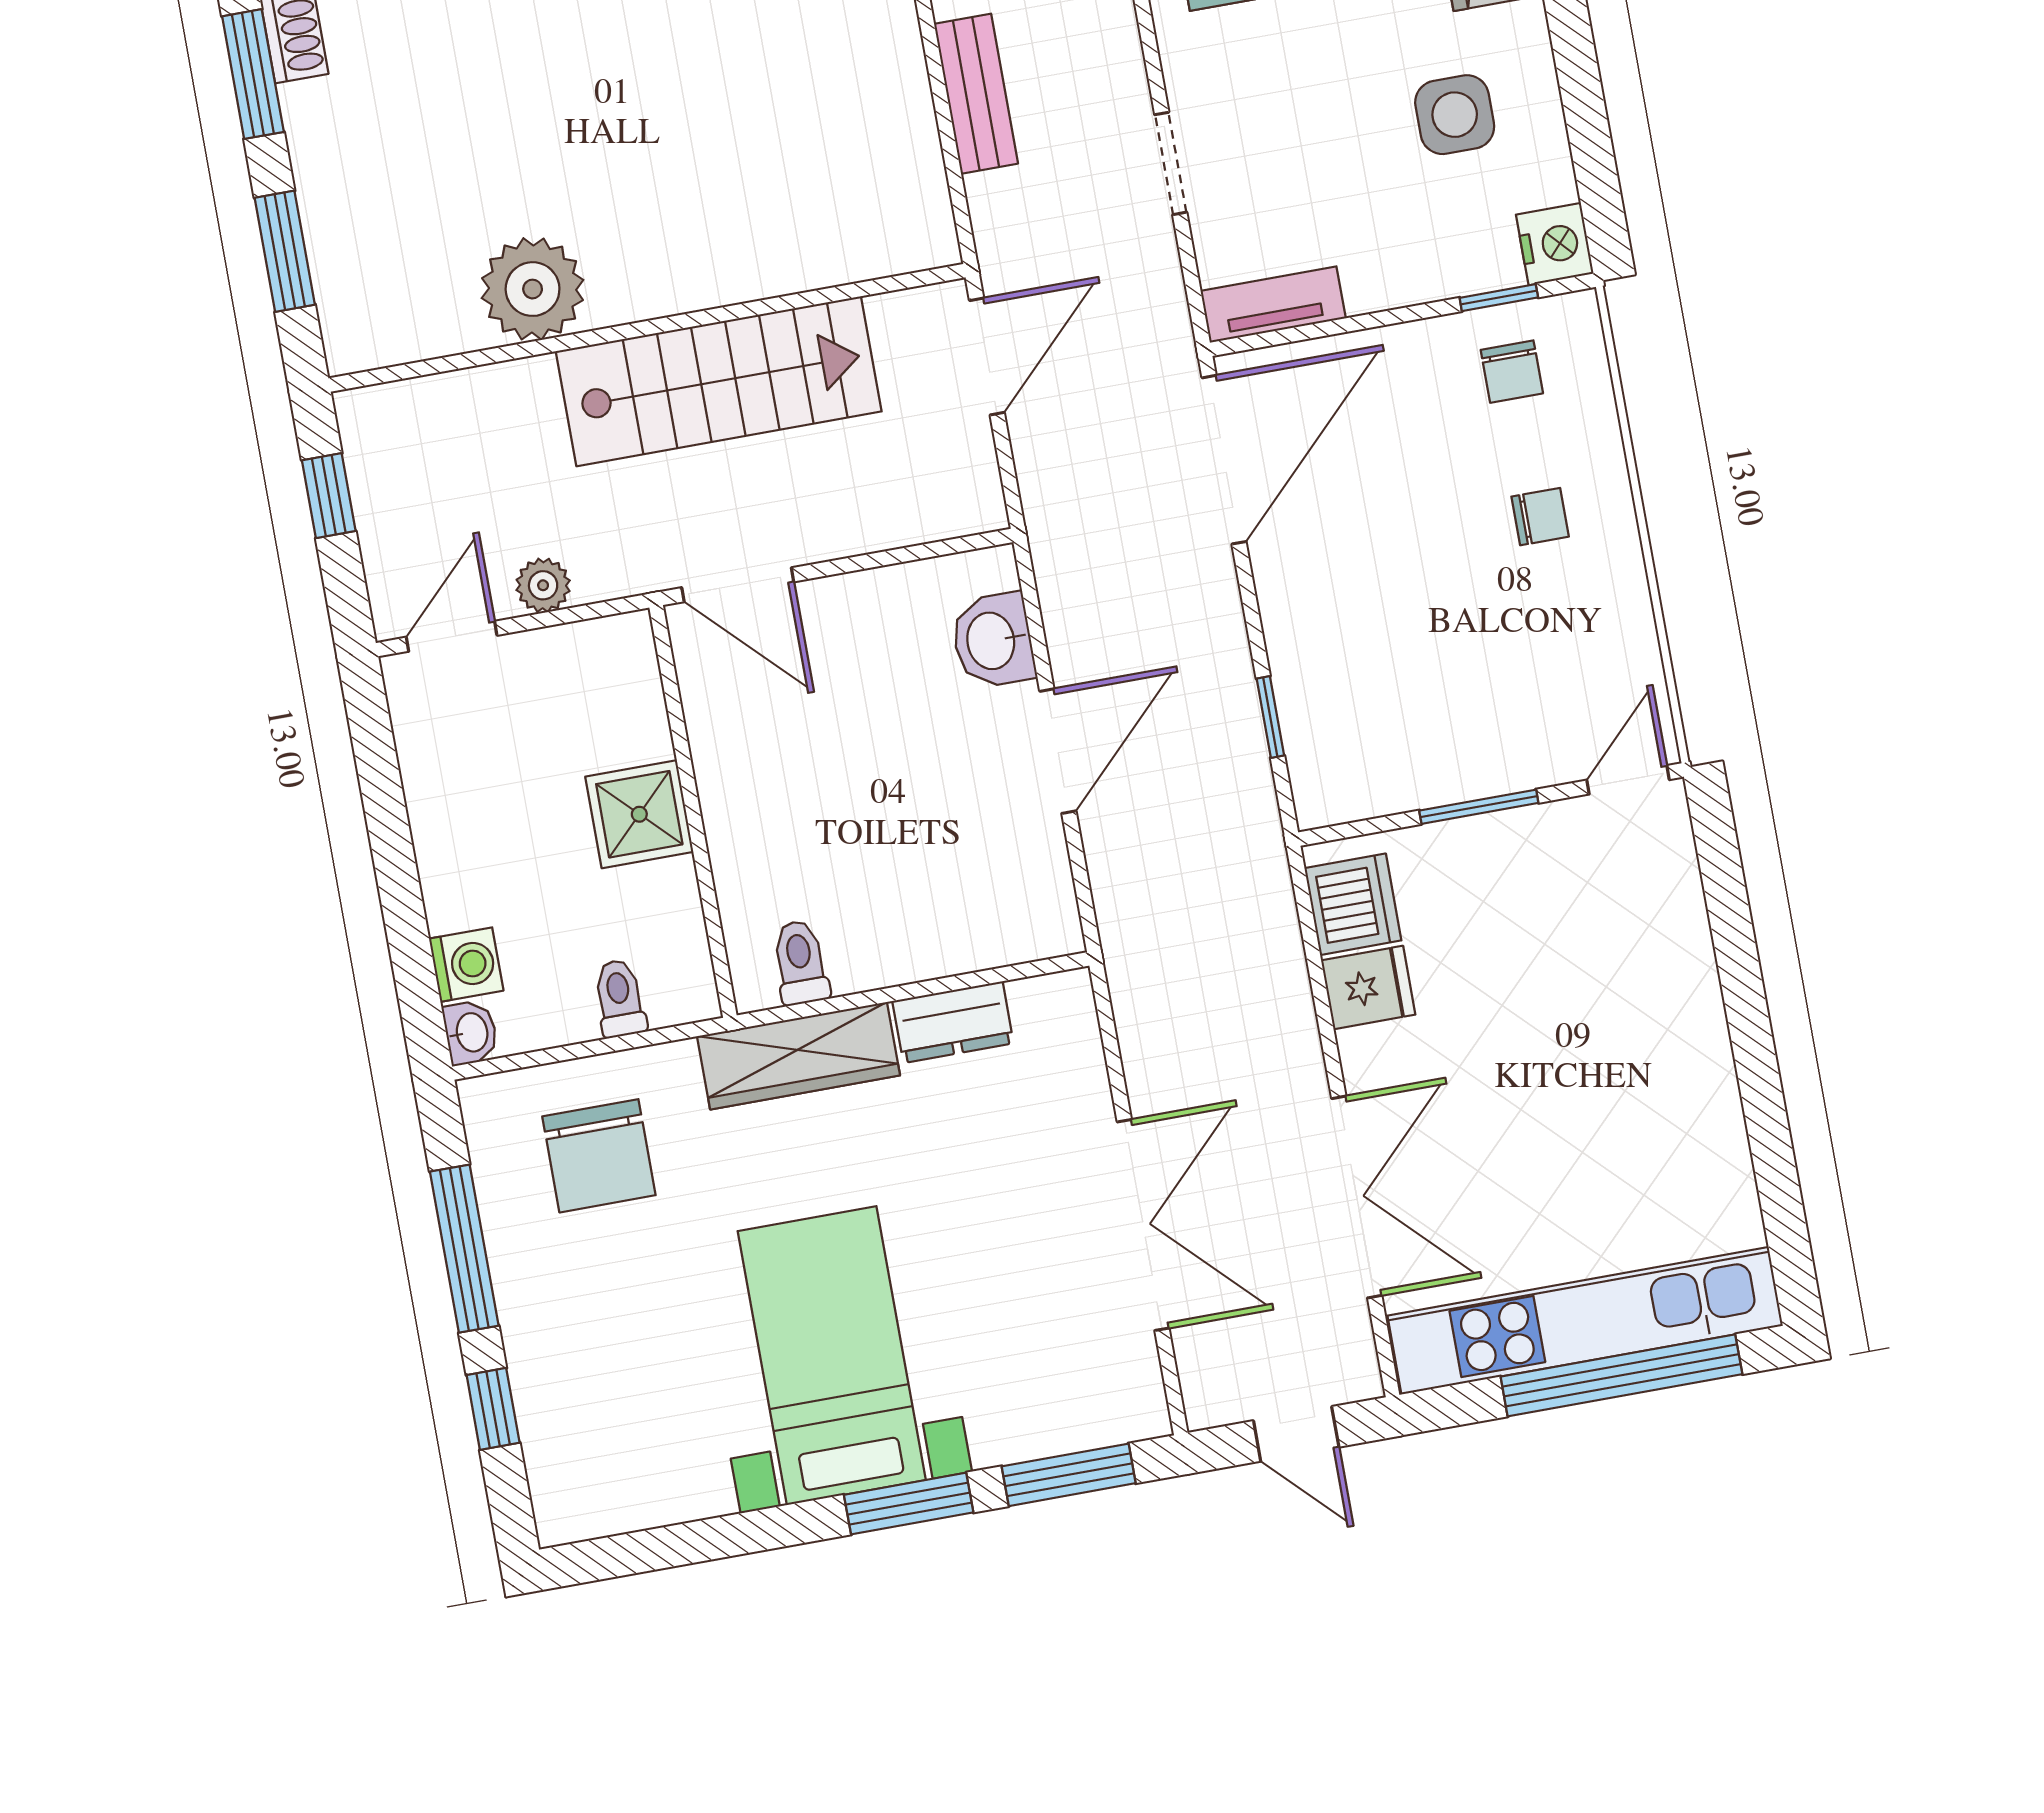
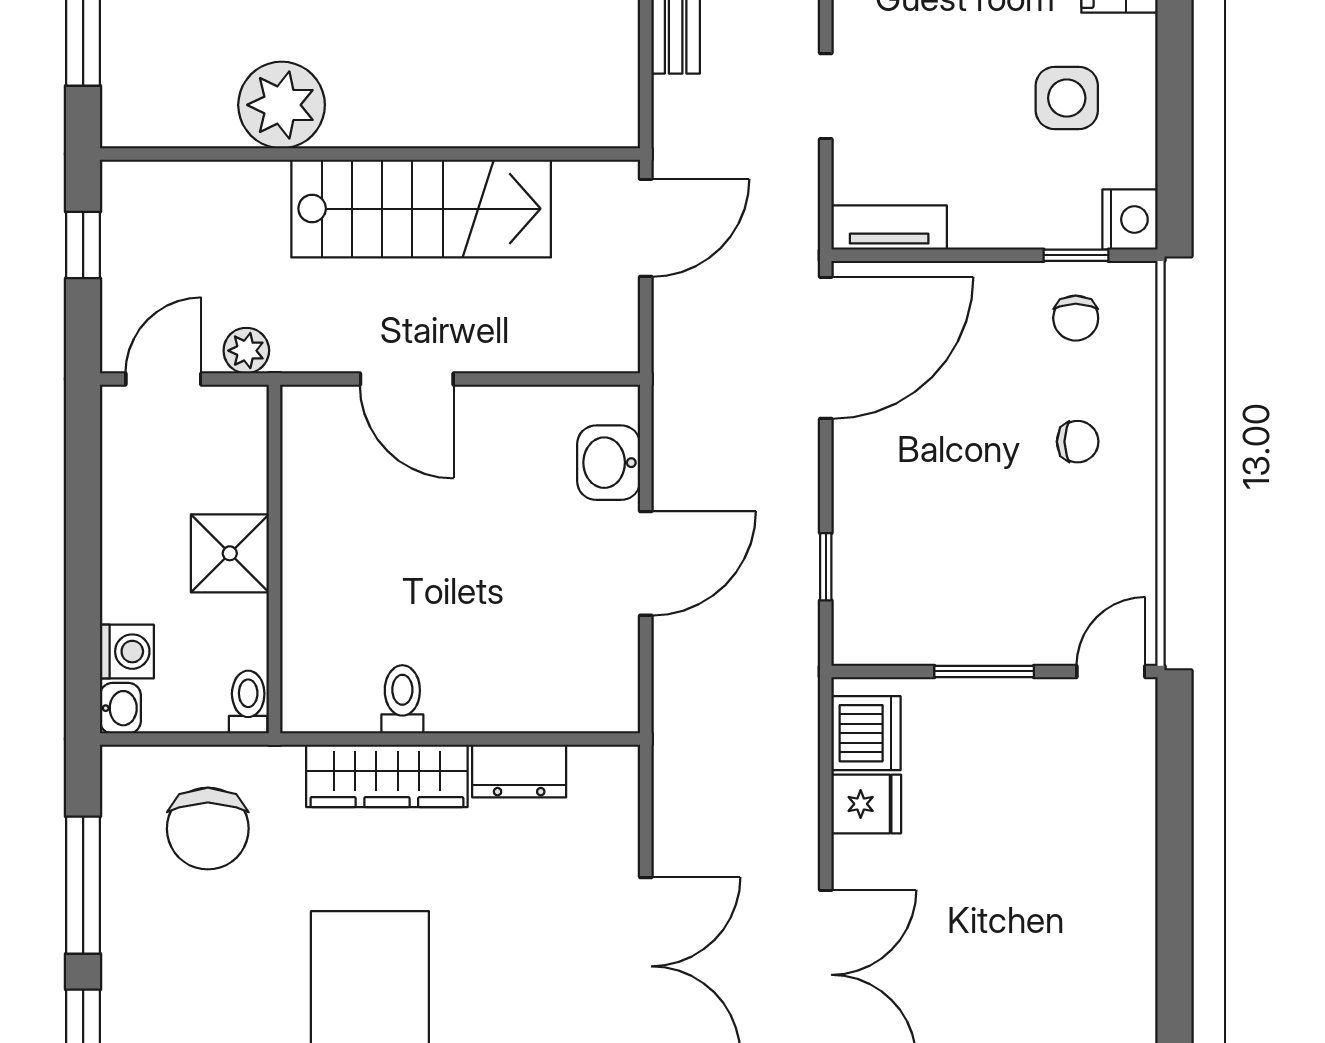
wall: (693, 811) -> (274, 559), moved
shower: (639, 814) -> (230, 553), moved

